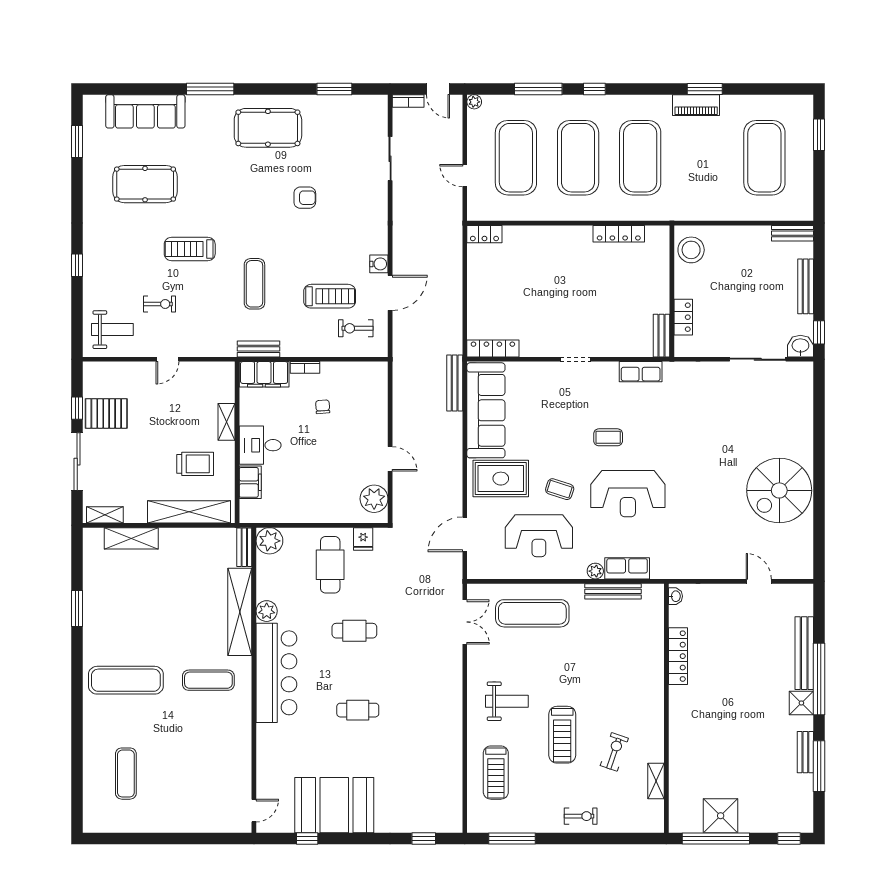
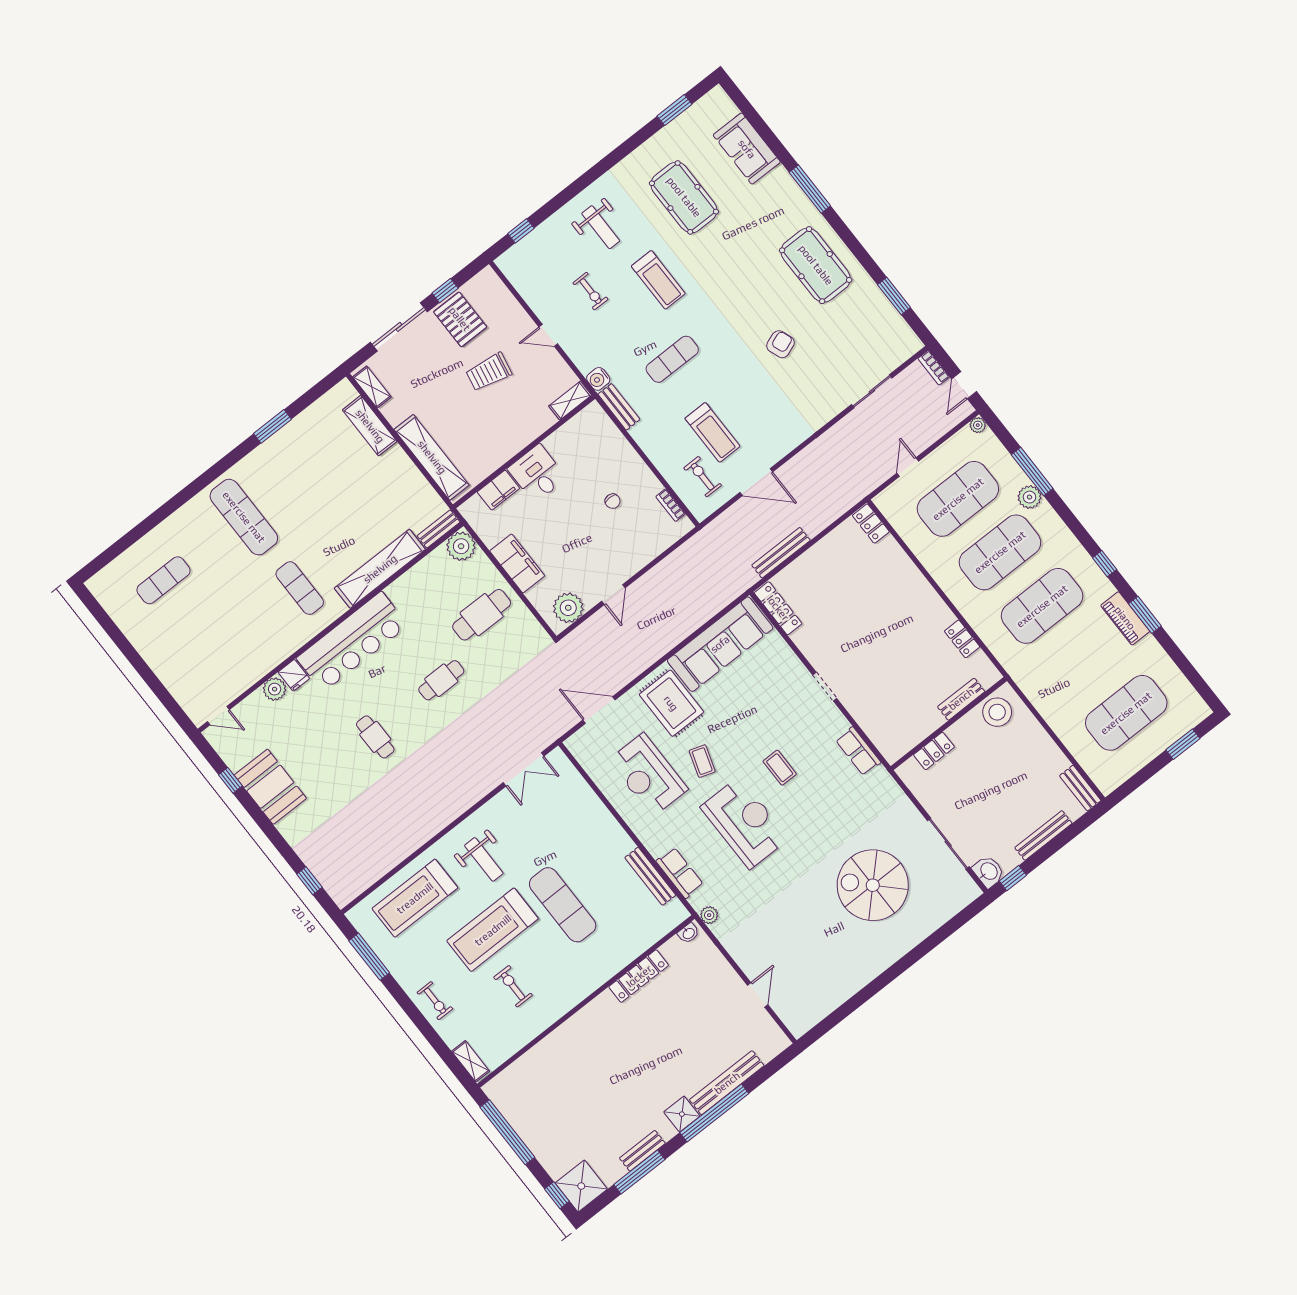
window: (594, 89) -> (1105, 564), moved
plant: (555, 105) -> (1029, 497), added
sofa: (145, 111) -> (747, 149), width x0.73
armchair: (305, 198) -> (780, 344), turned -110
locker: (619, 234) -> (962, 639), width x0.66
treadmill: (190, 249) -> (658, 280), turned 180
water cooler: (379, 264) -> (598, 379), moved, turned 90
window: (77, 265) -> (521, 231), moved
weight bench: (112, 330) -> (601, 227), moved
bench: (661, 336) -> (961, 699), moved
bookcase: (305, 367) -> (671, 505), moved
filing cabinet: (264, 374) -> (517, 563), moved, turned 180
bench: (455, 383) -> (781, 553), moved
chair: (323, 407) -> (613, 501), turned 94
shelving: (227, 422) -> (570, 401), moved
trolley: (195, 464) -> (489, 372), moved, turned 101
spiral stairs: (779, 490) -> (873, 885), moved
reception desk: (628, 494) -> (745, 823), turned 180
fridge: (363, 539) -> (294, 675), moved, turned -90
plant: (595, 571) -> (709, 915), moved
plant: (267, 611) -> (275, 689), moved
exercise mat: (532, 613) -> (563, 905), moved
cafe table: (354, 631) -> (441, 680), turned 90
treadmill: (562, 735) -> (493, 930), width x1.37, depth x1.38
exercise bike: (614, 752) -> (513, 986), turned -109
treadmill: (496, 773) -> (415, 898), width x1.37, depth x1.38
shelving: (656, 781) -> (471, 1061), moved, turned 90
booth: (334, 805) -> (270, 787), width x0.73, depth x0.70
shower: (721, 816) -> (581, 1186), moved

